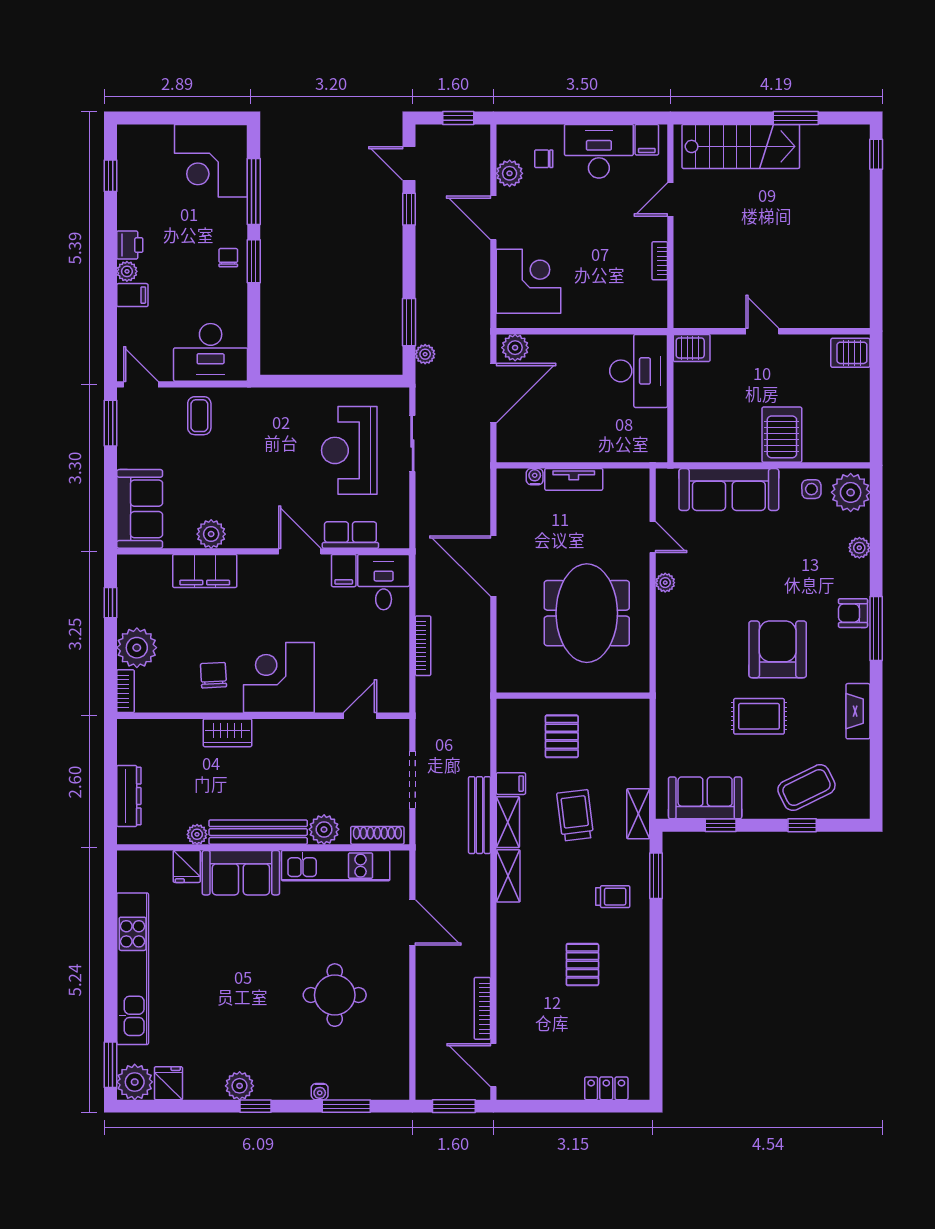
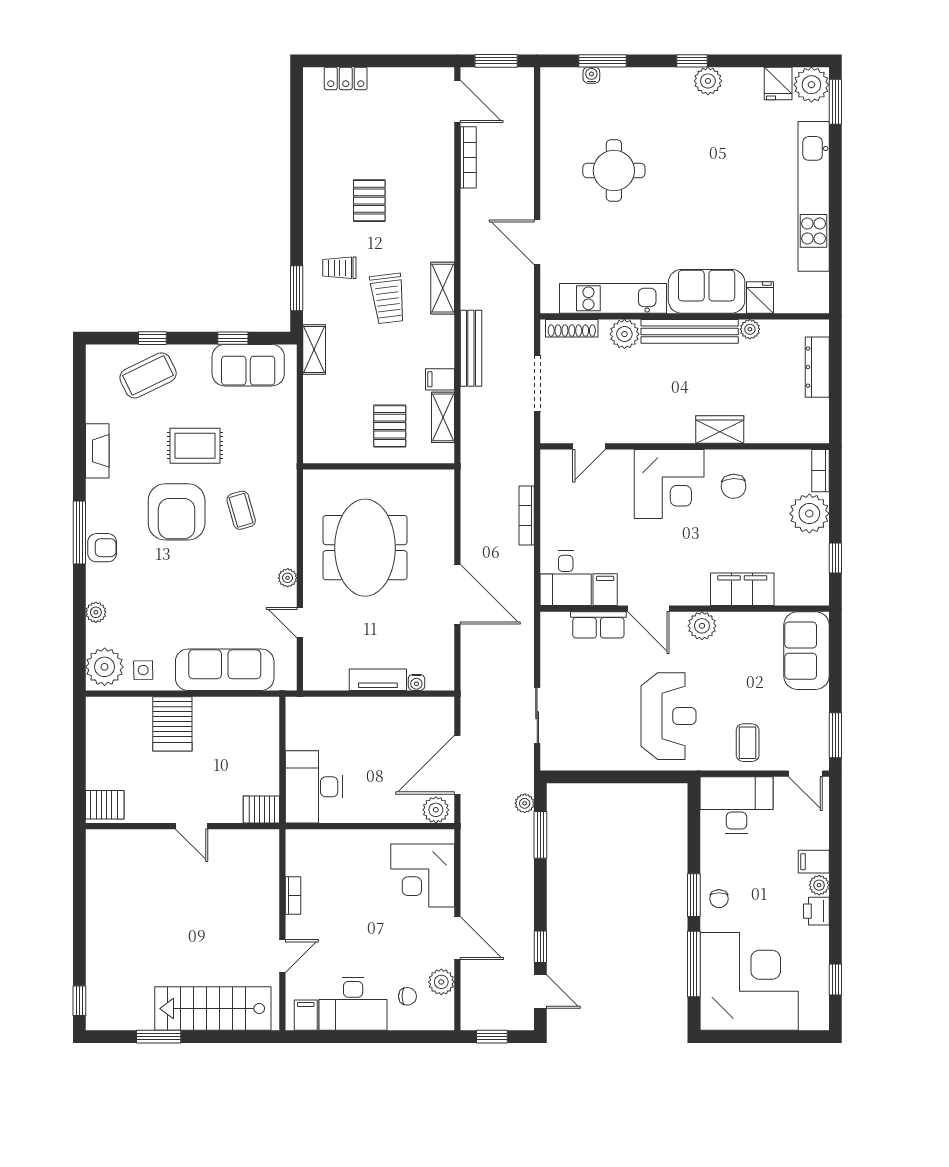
corner desk: (211, 161) -> (749, 981), width x1.36, depth x1.36
reception desk: (349, 450) -> (668, 716), moved
plant: (211, 534) -> (702, 626), moved
coffee table: (712, 651) -> (241, 510), added
trolley: (575, 815) -> (388, 298), moved
shelving: (508, 822) -> (443, 417), moved
water cooler: (320, 1092) -> (591, 75), moved

